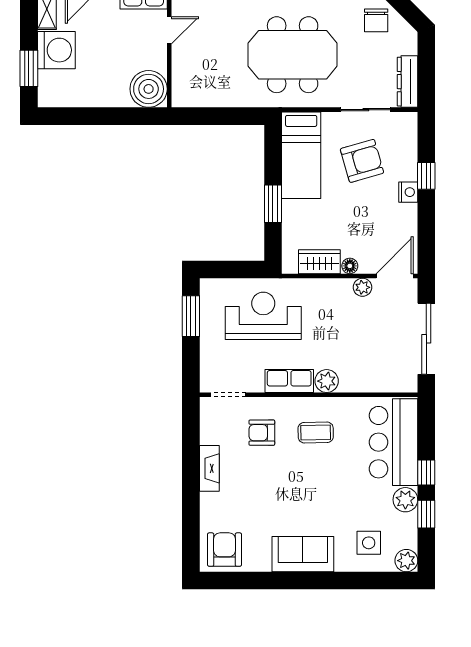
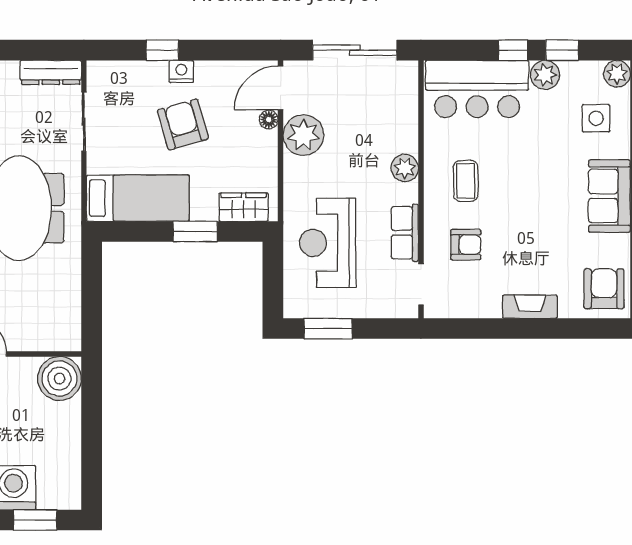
armchair: (362, 161) -> (183, 124), moved
wardrobe: (319, 262) -> (244, 207), moved, turned 90
floor lamp: (350, 266) -> (269, 120), moved
door: (395, 276) -> (281, 88), hinge flipped
plant: (362, 287) -> (303, 135), width x1.88, depth x1.88
row of seats: (289, 381) -> (405, 233), moved
armchair: (262, 433) -> (466, 245), turned -90
fireplace: (209, 468) -> (530, 307), moved
armchair: (224, 550) -> (604, 289), turned 90

